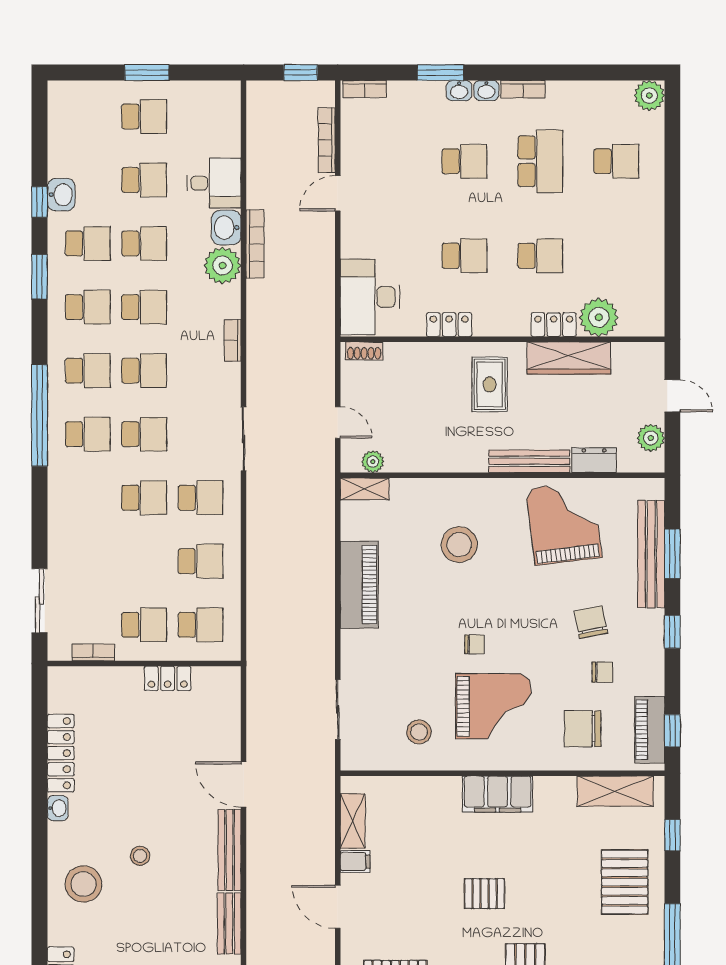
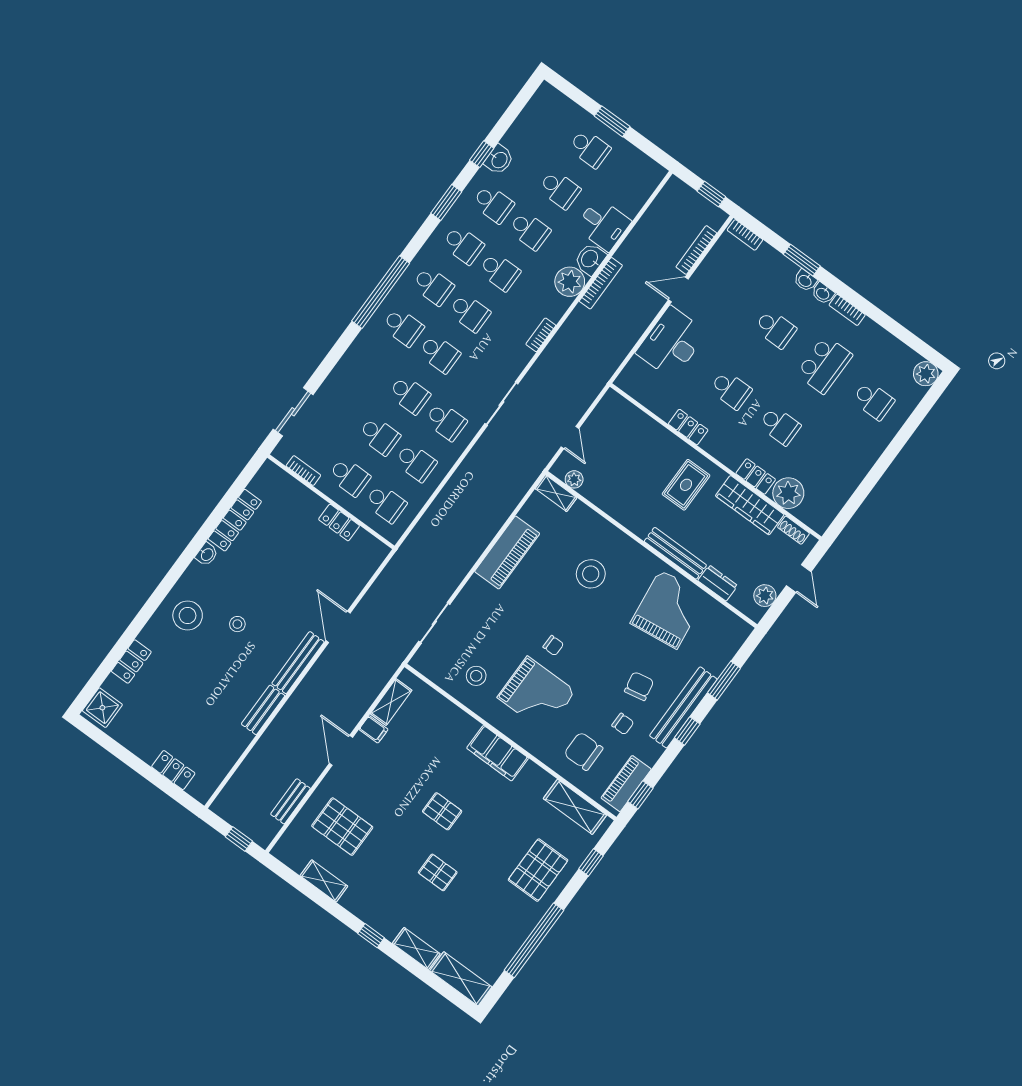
desk: (370, 297) -> (671, 343), moved
shoe rack: (364, 351) -> (793, 530), moved
bench: (651, 554) -> (683, 707), moved
school desk: (144, 561) -> (379, 436), added

